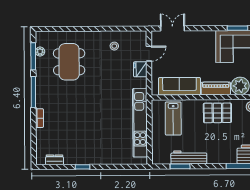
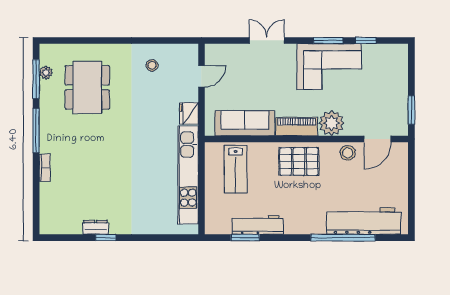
double door: (172, 28) -> (267, 40), moved
fridge: (140, 69) -> (189, 114), moved
dresser: (54, 160) -> (96, 227), moved

